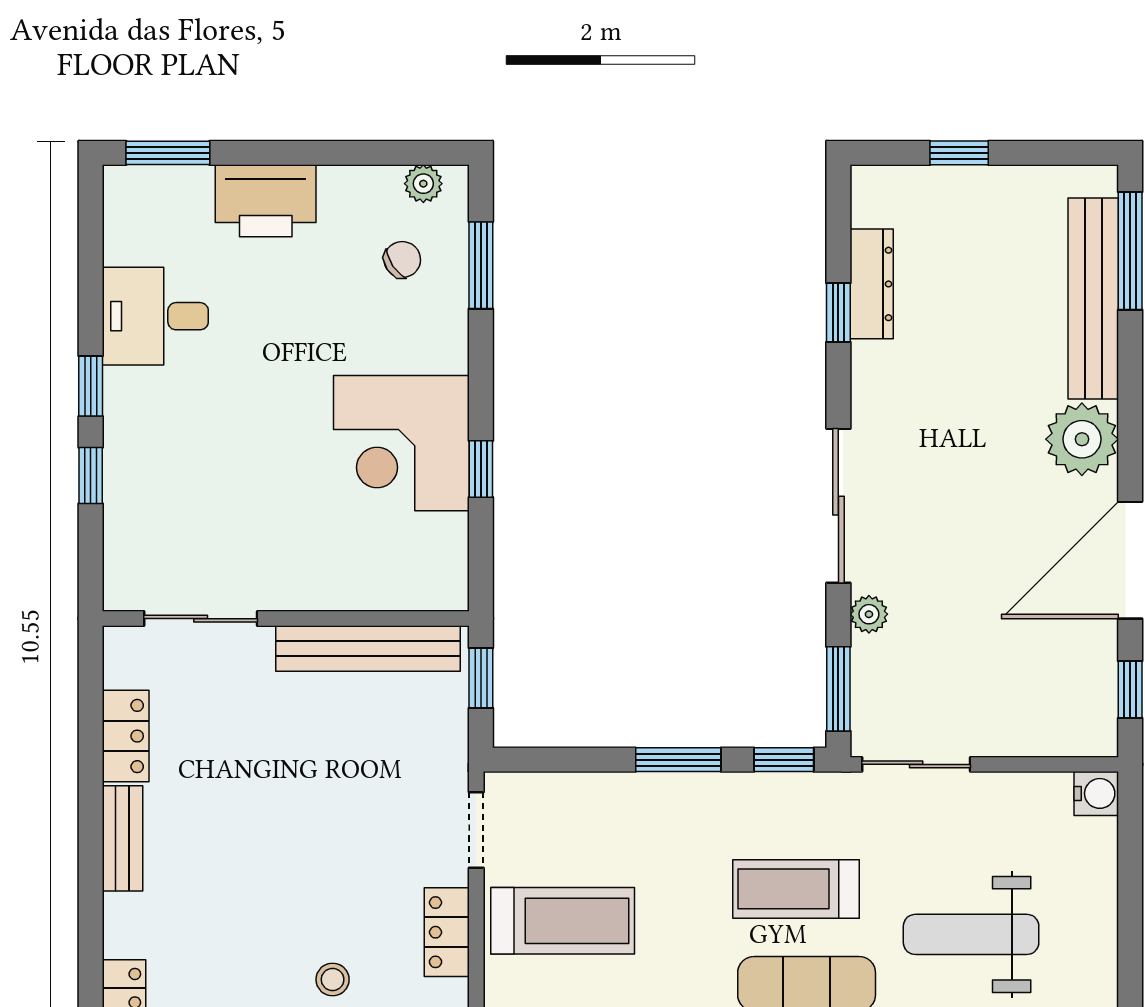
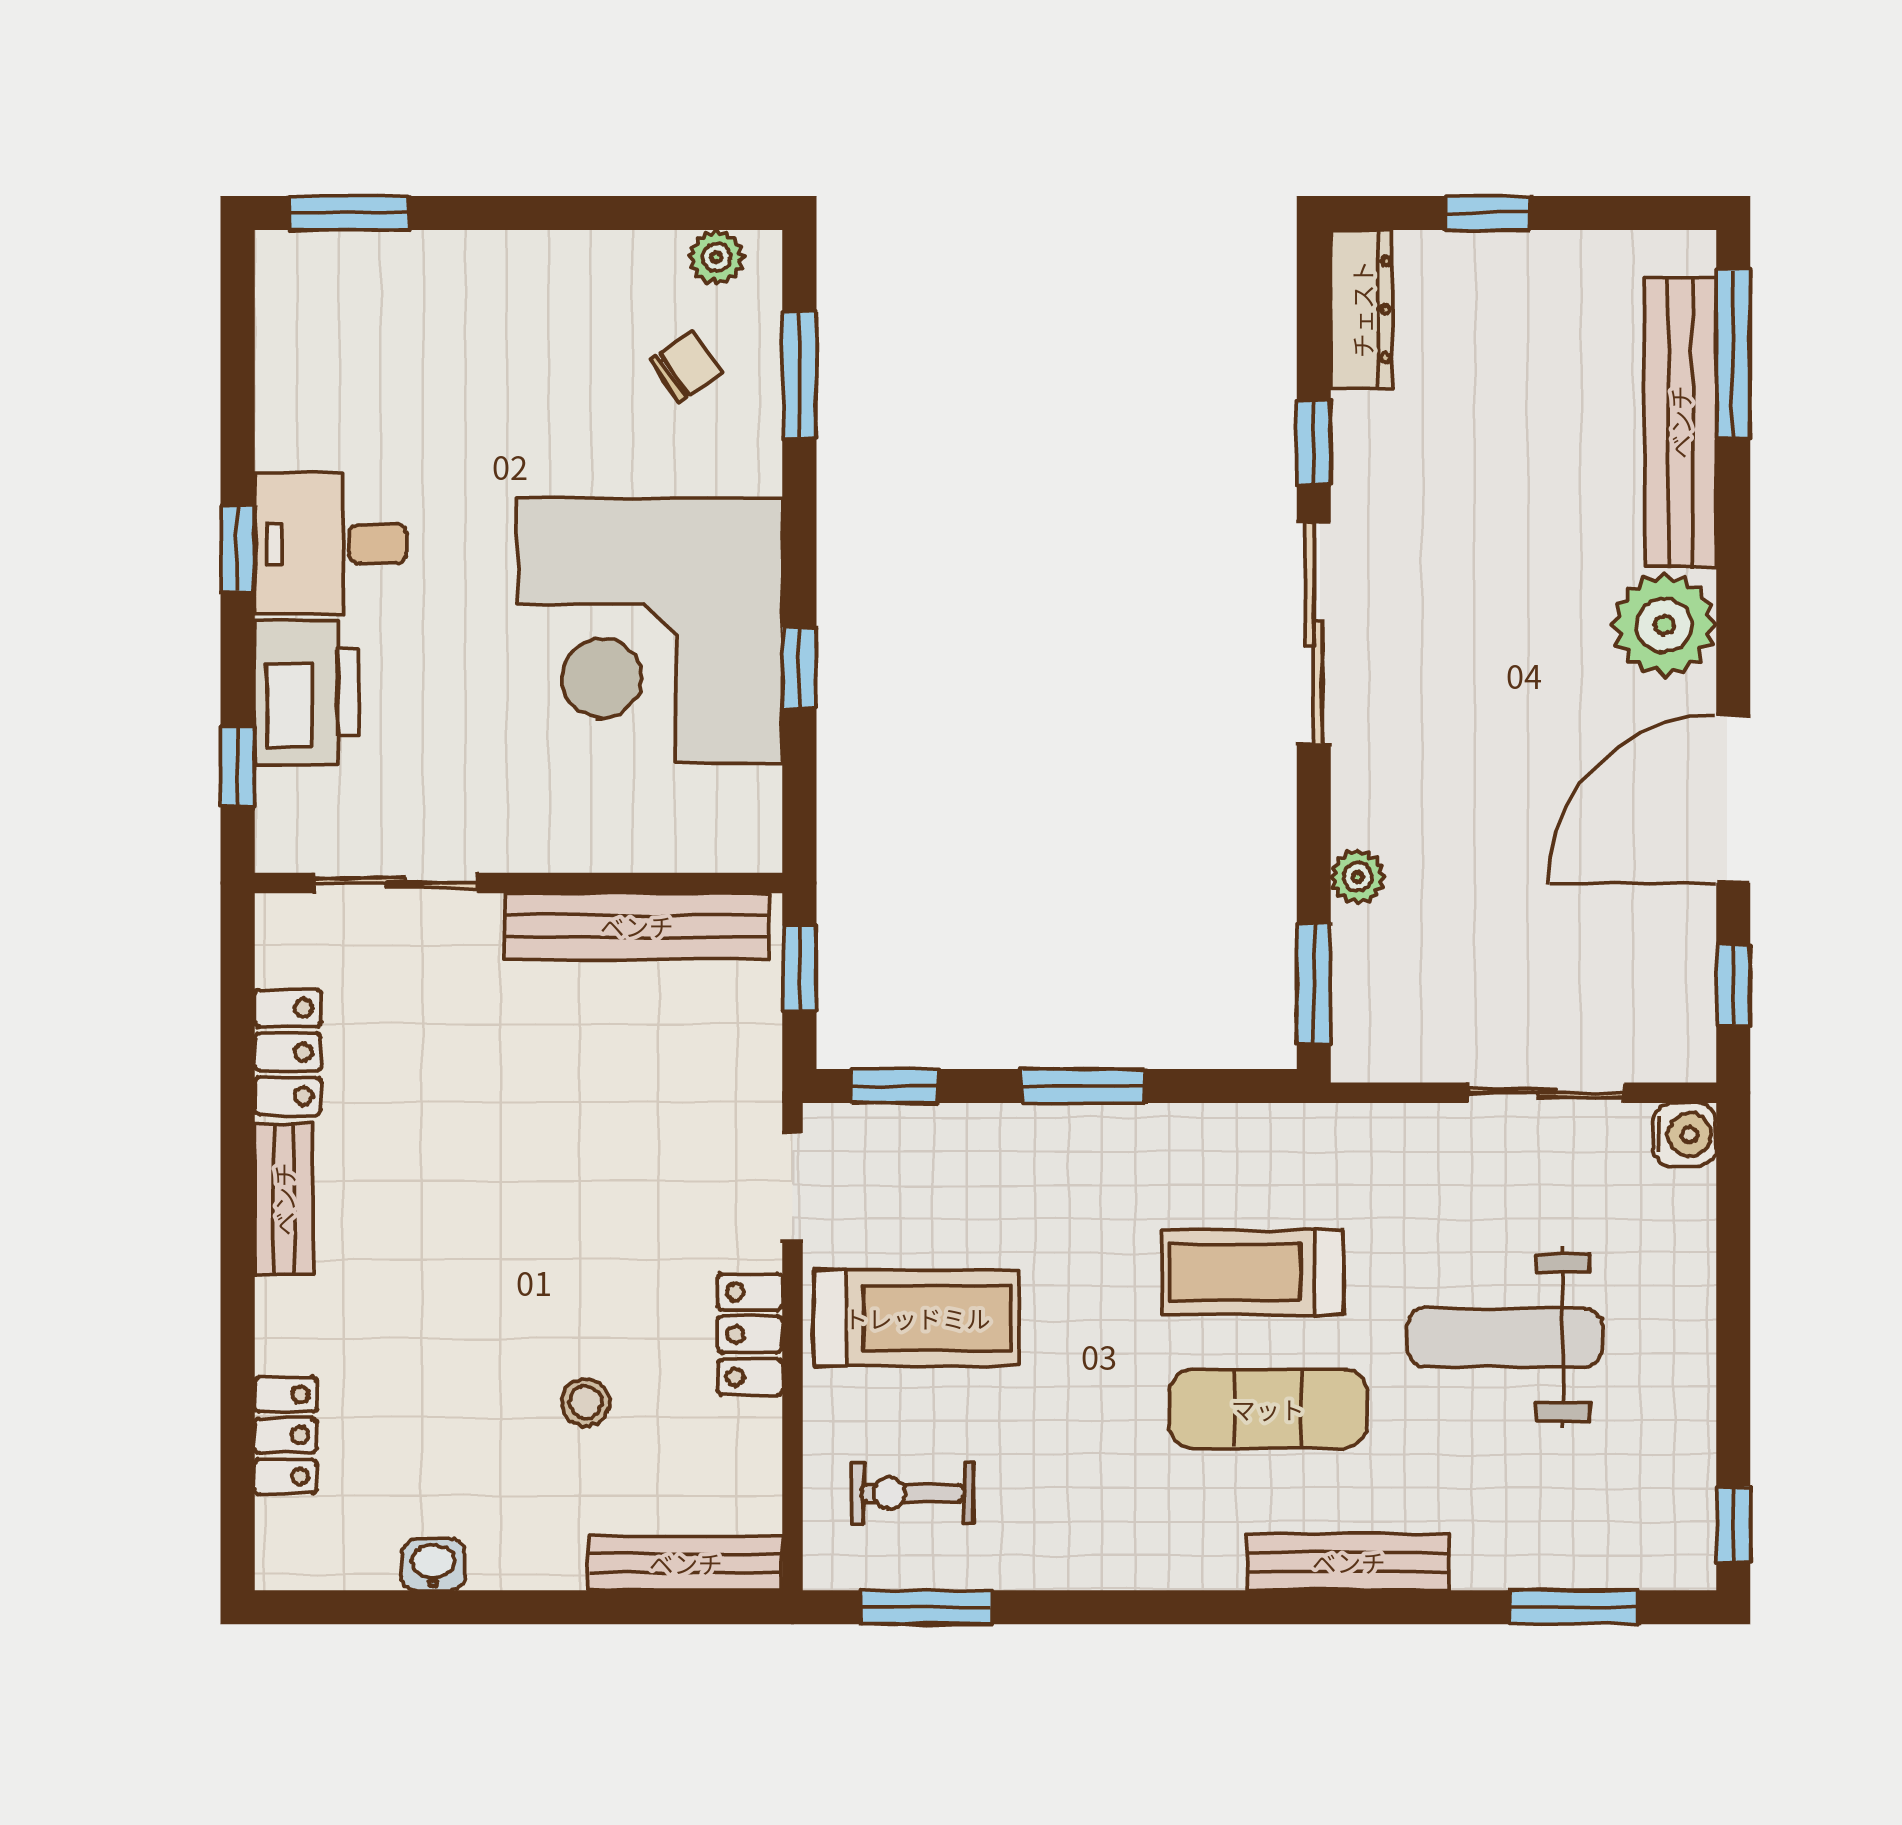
printer: (266, 201) -> (307, 692), moved, turned -90
dresser: (872, 284) -> (1362, 309), moved
desk: (155, 316) -> (331, 544), moved
corner desk: (401, 443) -> (650, 631), width x1.36, depth x1.36
window: (91, 475) -> (238, 767), moved
sliding door: (838, 506) -> (1314, 633), moved
window: (784, 760) -> (895, 1086), moved
sliding door: (916, 764) -> (1546, 1093), moved

